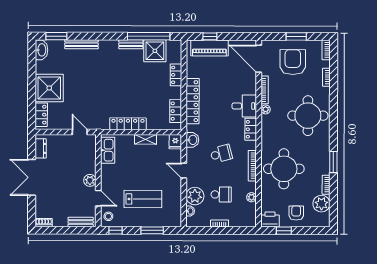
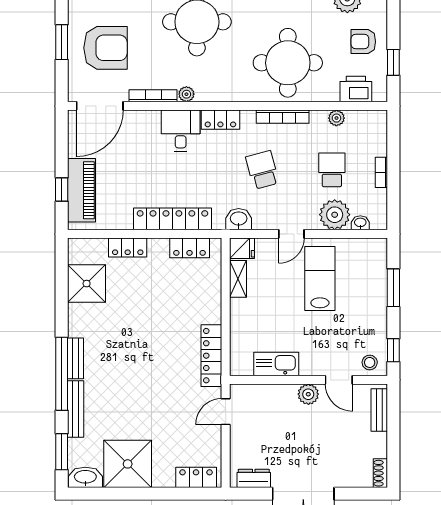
window: (149, 36) -> (62, 374), moved
bench: (131, 44) -> (76, 358), moved
armchair: (293, 62) -> (106, 48), turned 180
shower: (49, 88) -> (128, 464), moved
locker: (128, 124) -> (211, 356), moved
shelving: (146, 139) -> (238, 279), moved
kitchen sink: (108, 150) -> (276, 364), moved
door: (98, 198) -> (339, 380), swing flipped
lab bench: (143, 199) -> (320, 278), moved
printer: (270, 219) -> (356, 89), moved, turned 90

